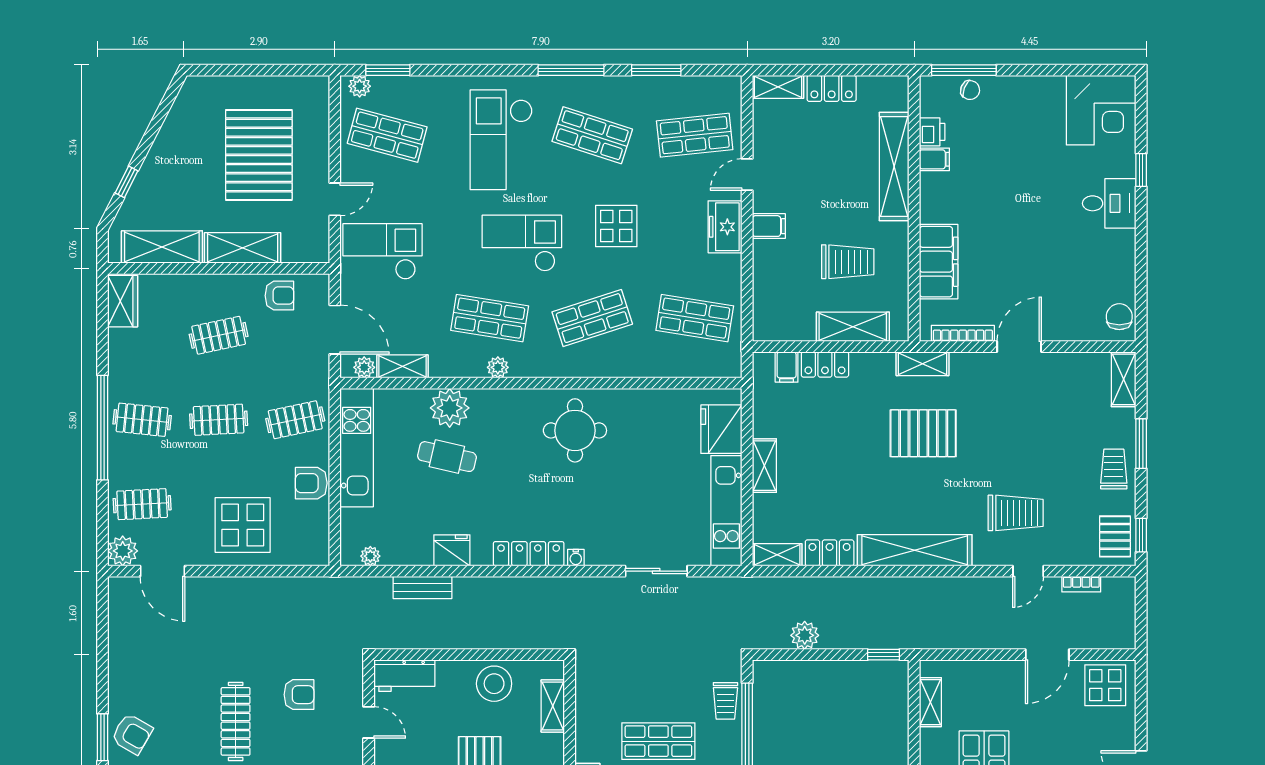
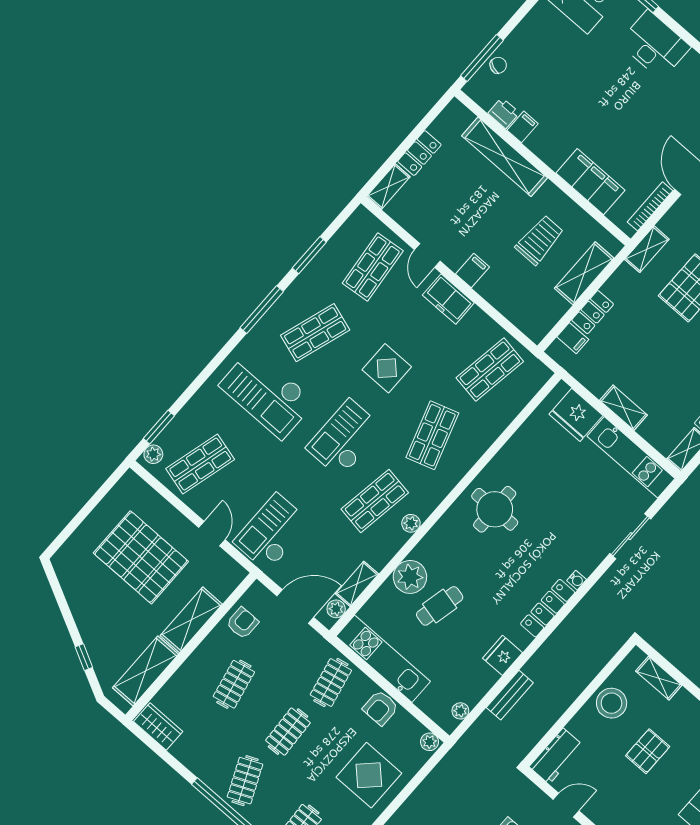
desk: (1109, 203) -> (655, 45), width x1.37
clothes rail: (142, 420) -> (245, 781), turned -30
plant: (319, 553) -> (430, 742), added

